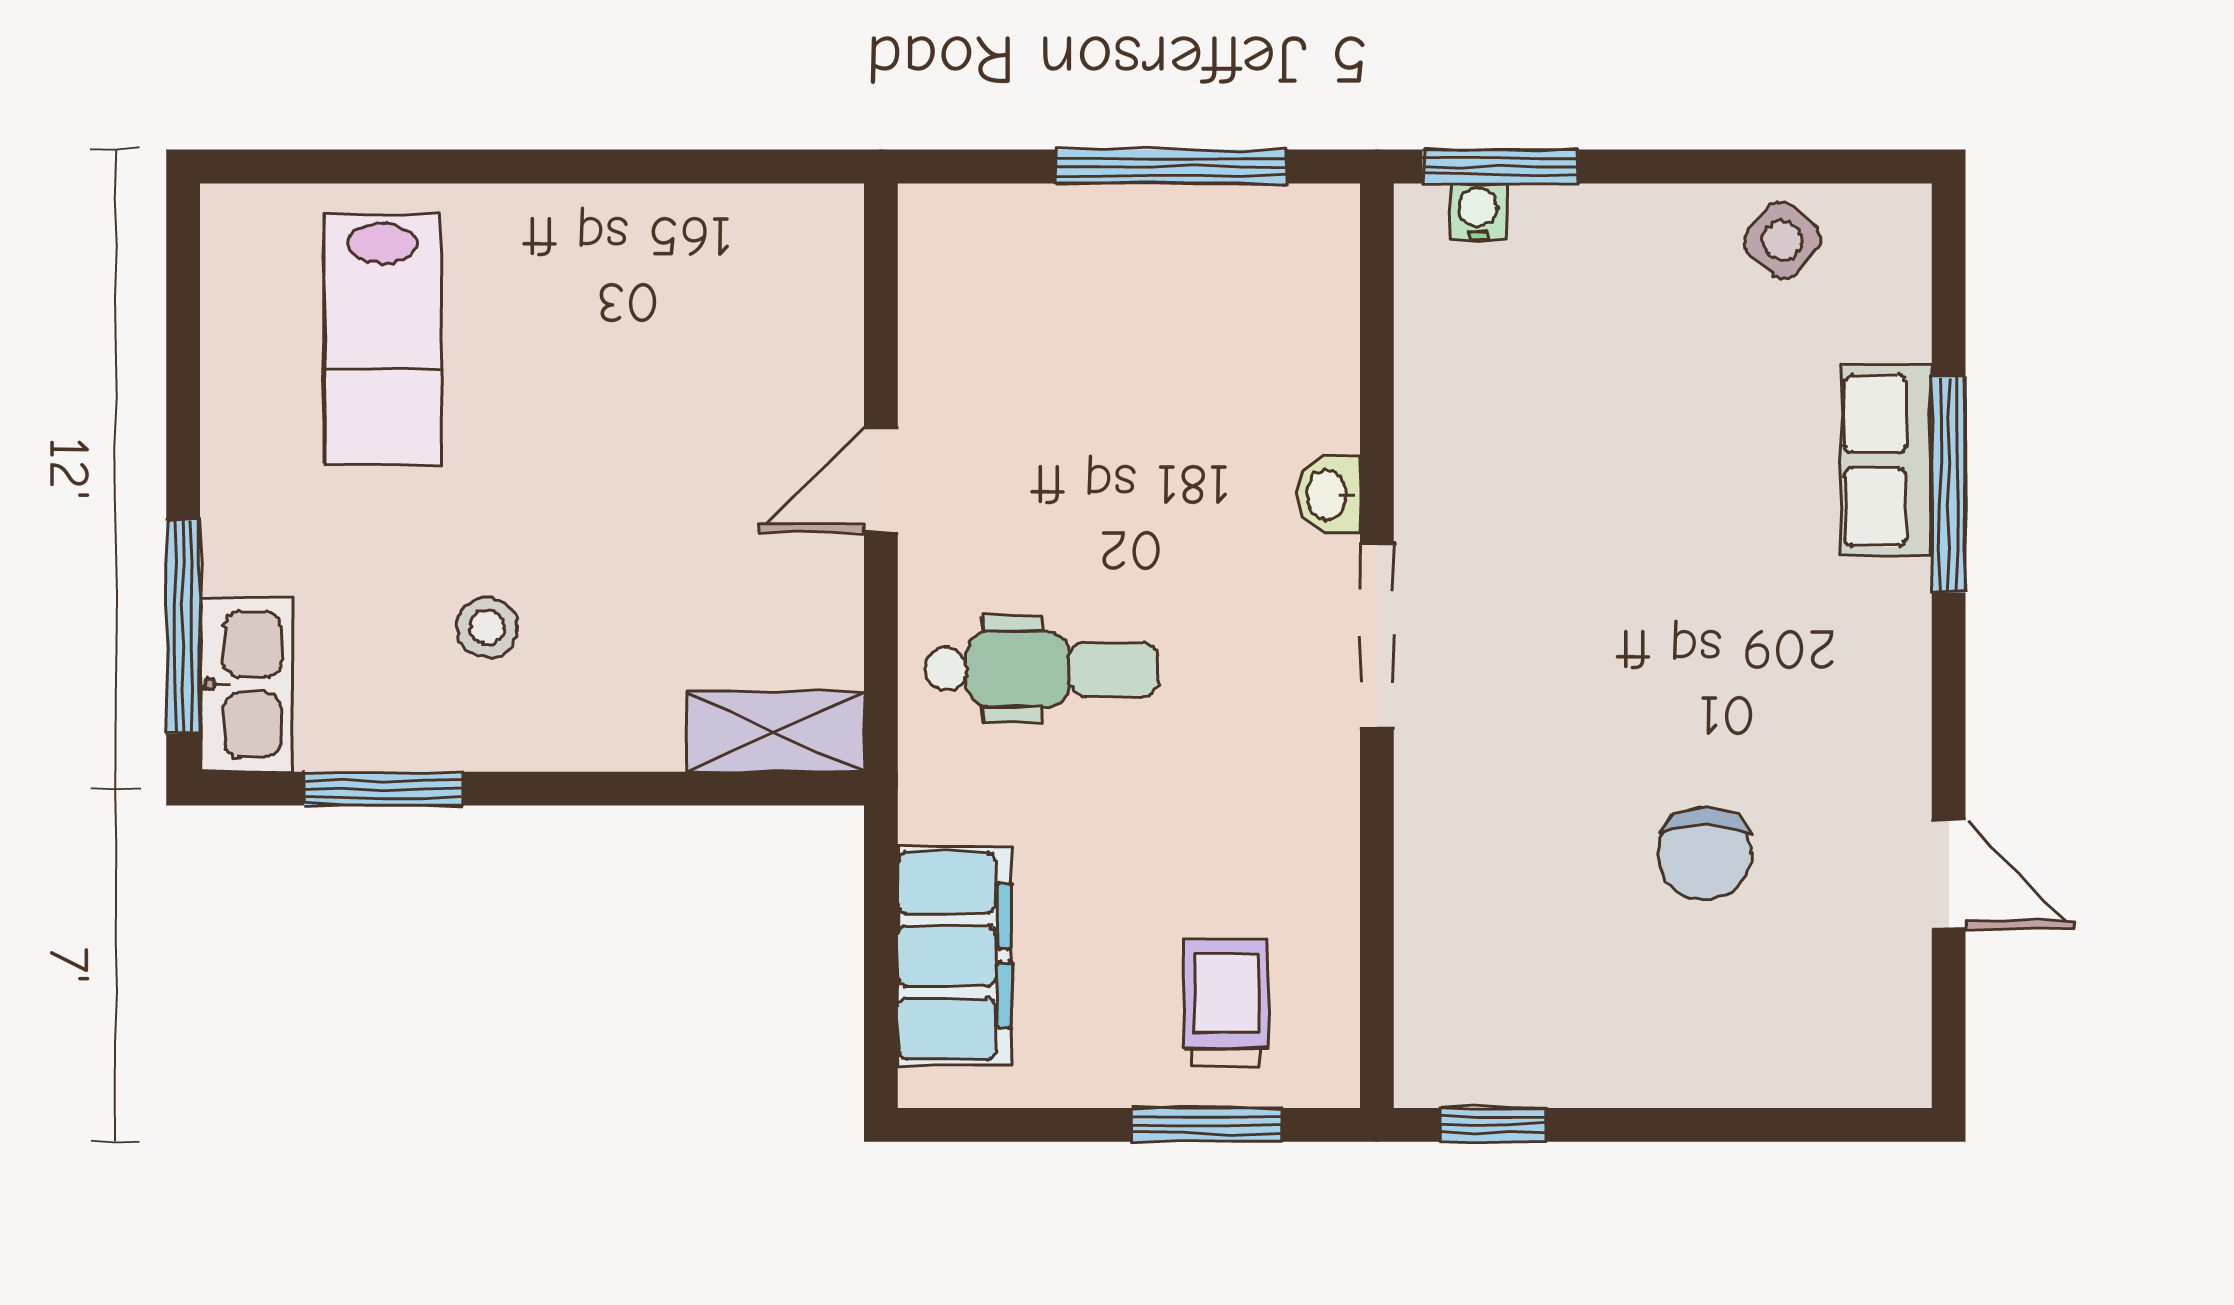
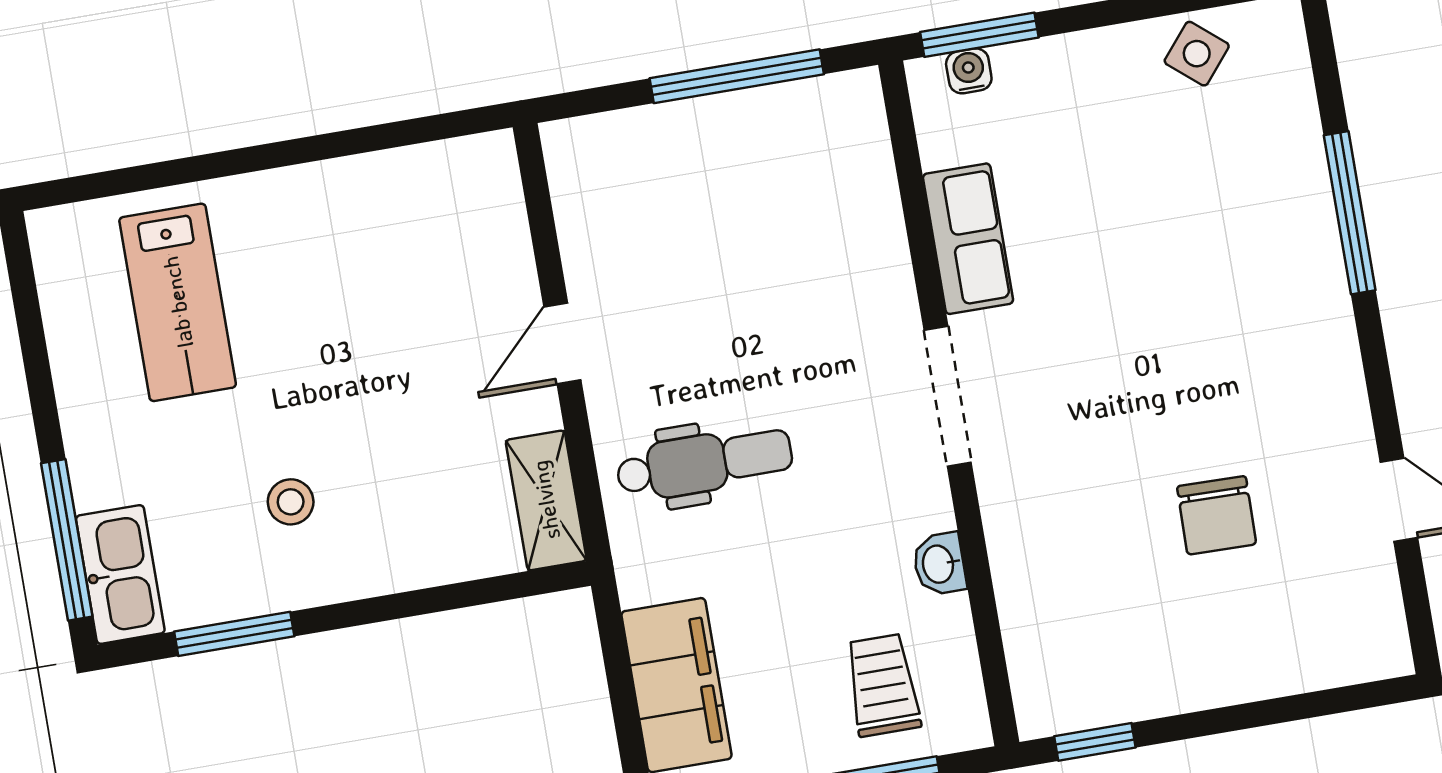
row of seats: (1886, 461) -> (968, 239), moved, turned 180
washbasin: (1328, 494) -> (939, 564), moved
shelving: (775, 732) -> (546, 500), moved, turned 90

